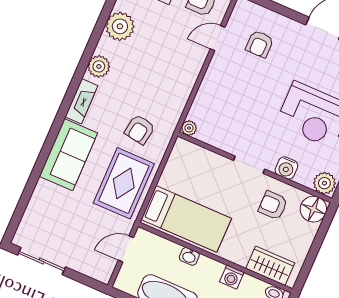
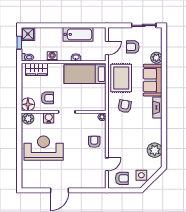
armchair: (259, 44) -> (94, 142), moved
plant: (99, 66) -> (156, 58), moved
armchair: (78, 230) -> (133, 47), added

